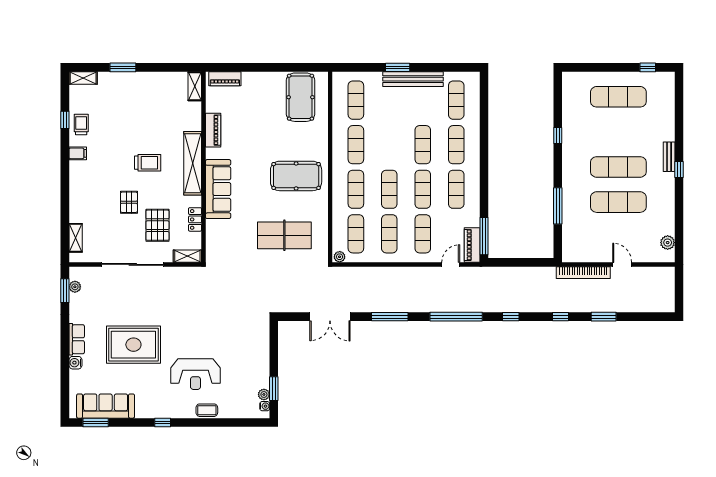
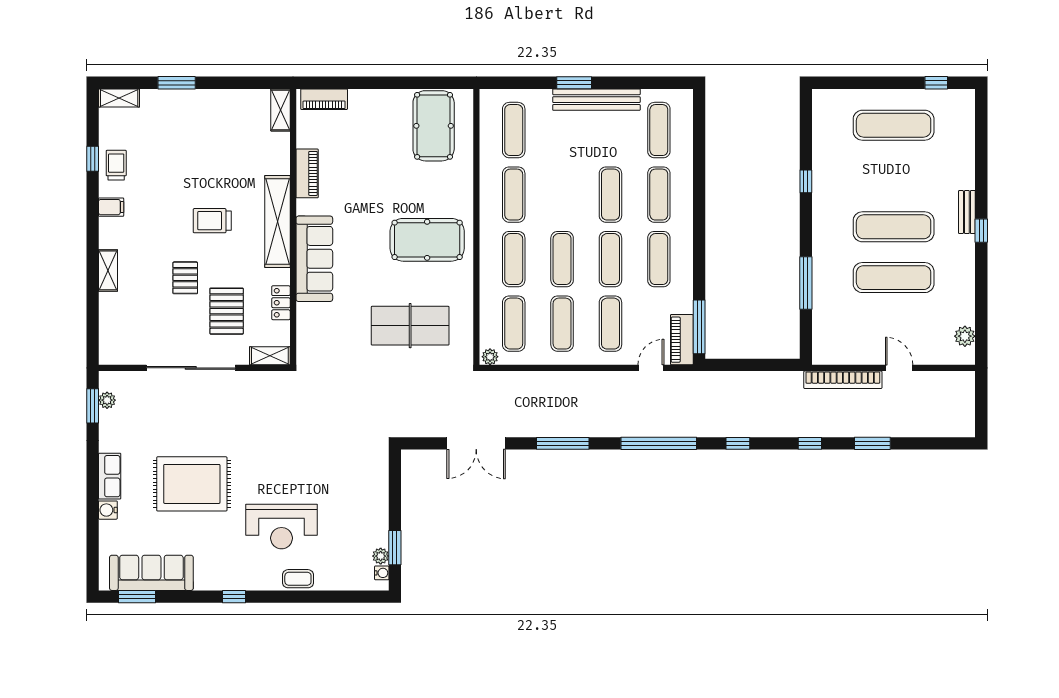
trolley: (148, 163) -> (212, 221), turned 180
shelving: (76, 238) -> (108, 270), moved

